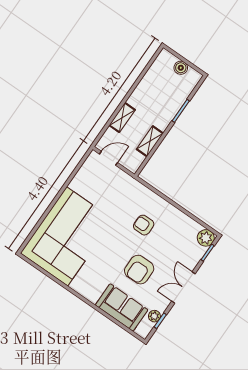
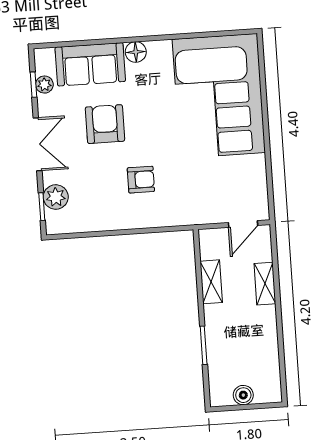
plant: (206, 238) -> (56, 197), moved
floor lamp: (92, 295) -> (136, 52), added

